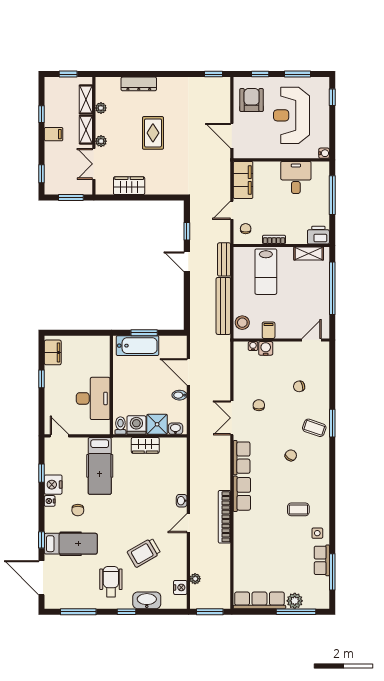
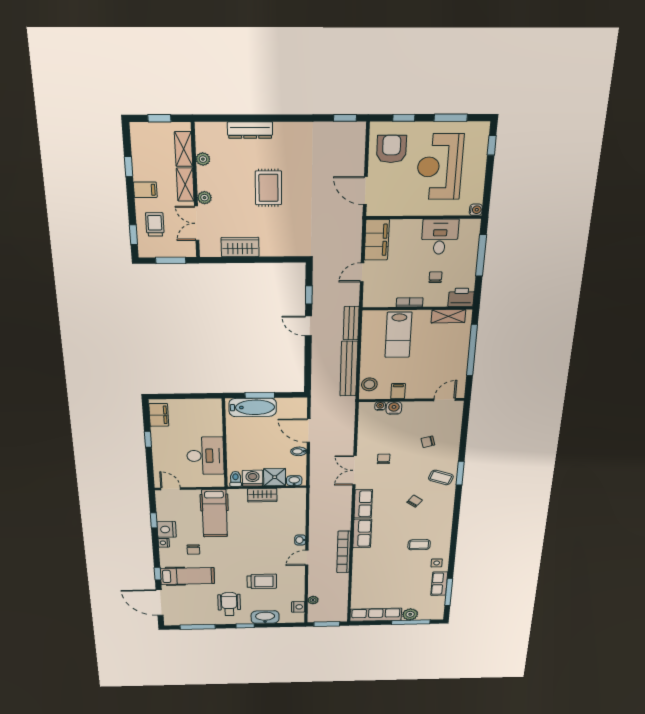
trolley: (60, 165) -> (155, 224), added
chair: (246, 229) -> (435, 277), moved
trolley: (144, 553) -> (262, 581), turned -150

